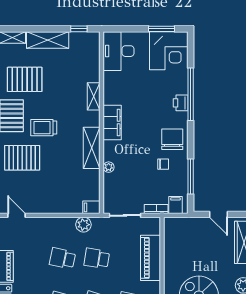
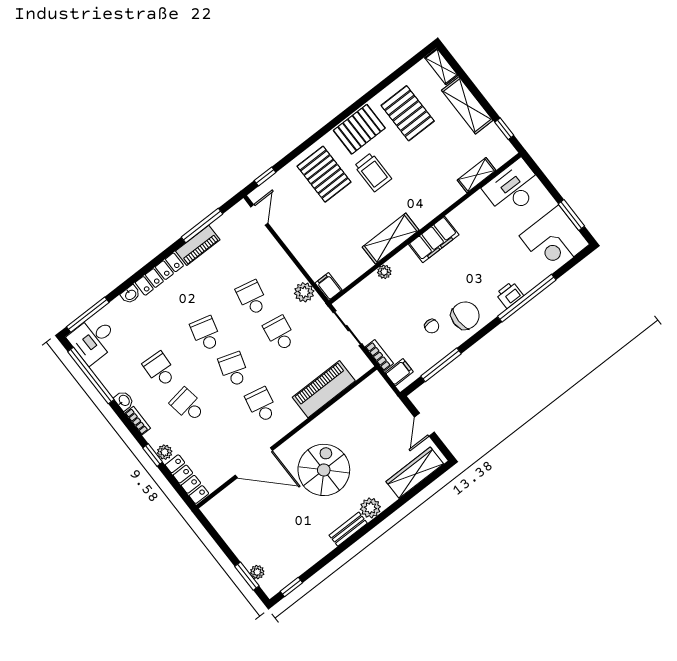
shelving: (94, 96) -> (477, 175), moved
trolley: (44, 128) -> (373, 172), turned 180

